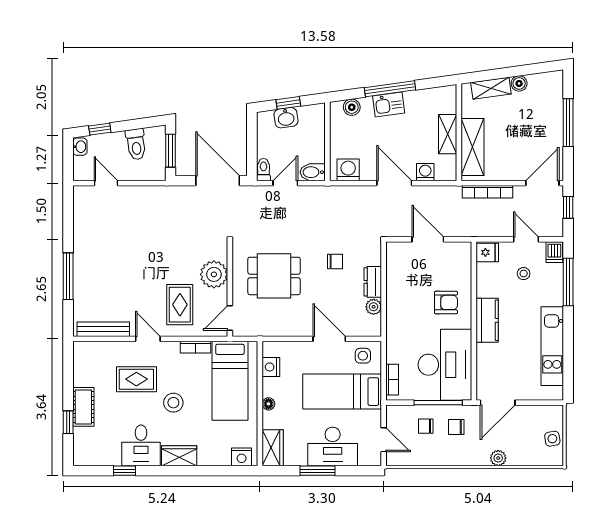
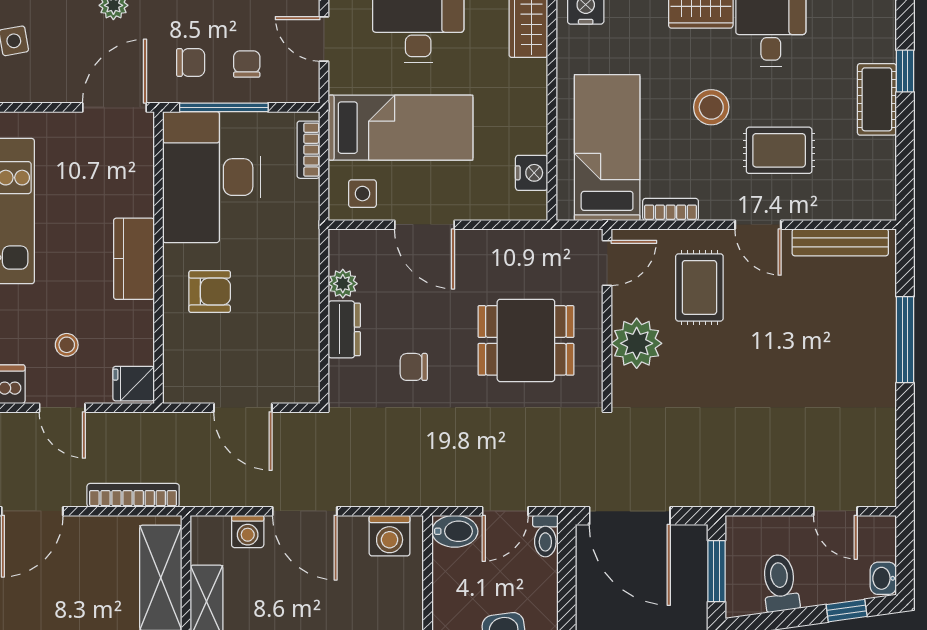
armchair: (446, 302) -> (210, 292), turned 180
floor lamp: (268, 404) -> (536, 105), removed
chair: (426, 426) -> (247, 64), turned -90

